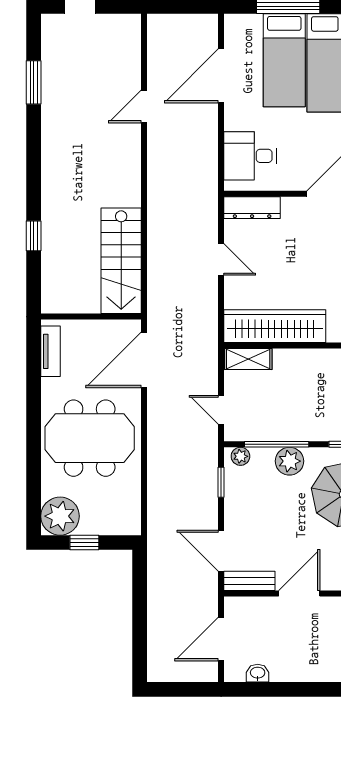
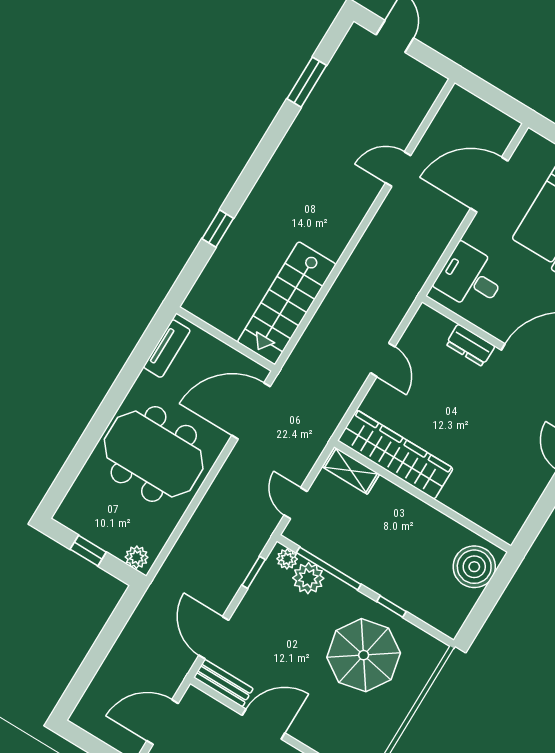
dresser: (252, 208) -> (470, 345), moved, width x0.70
plant: (289, 461) -> (308, 578), moved
plant: (60, 516) -> (137, 557), moved, width x0.53, depth x0.53

